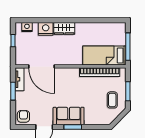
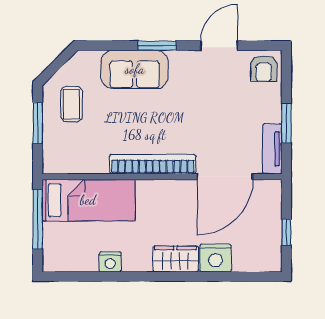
nightstand: (27, 27) -> (110, 262), moved
door: (41, 66) -> (225, 177), swing flipped
bookcase: (100, 72) -> (153, 164), moved
sofa: (69, 116) -> (135, 69), moved

